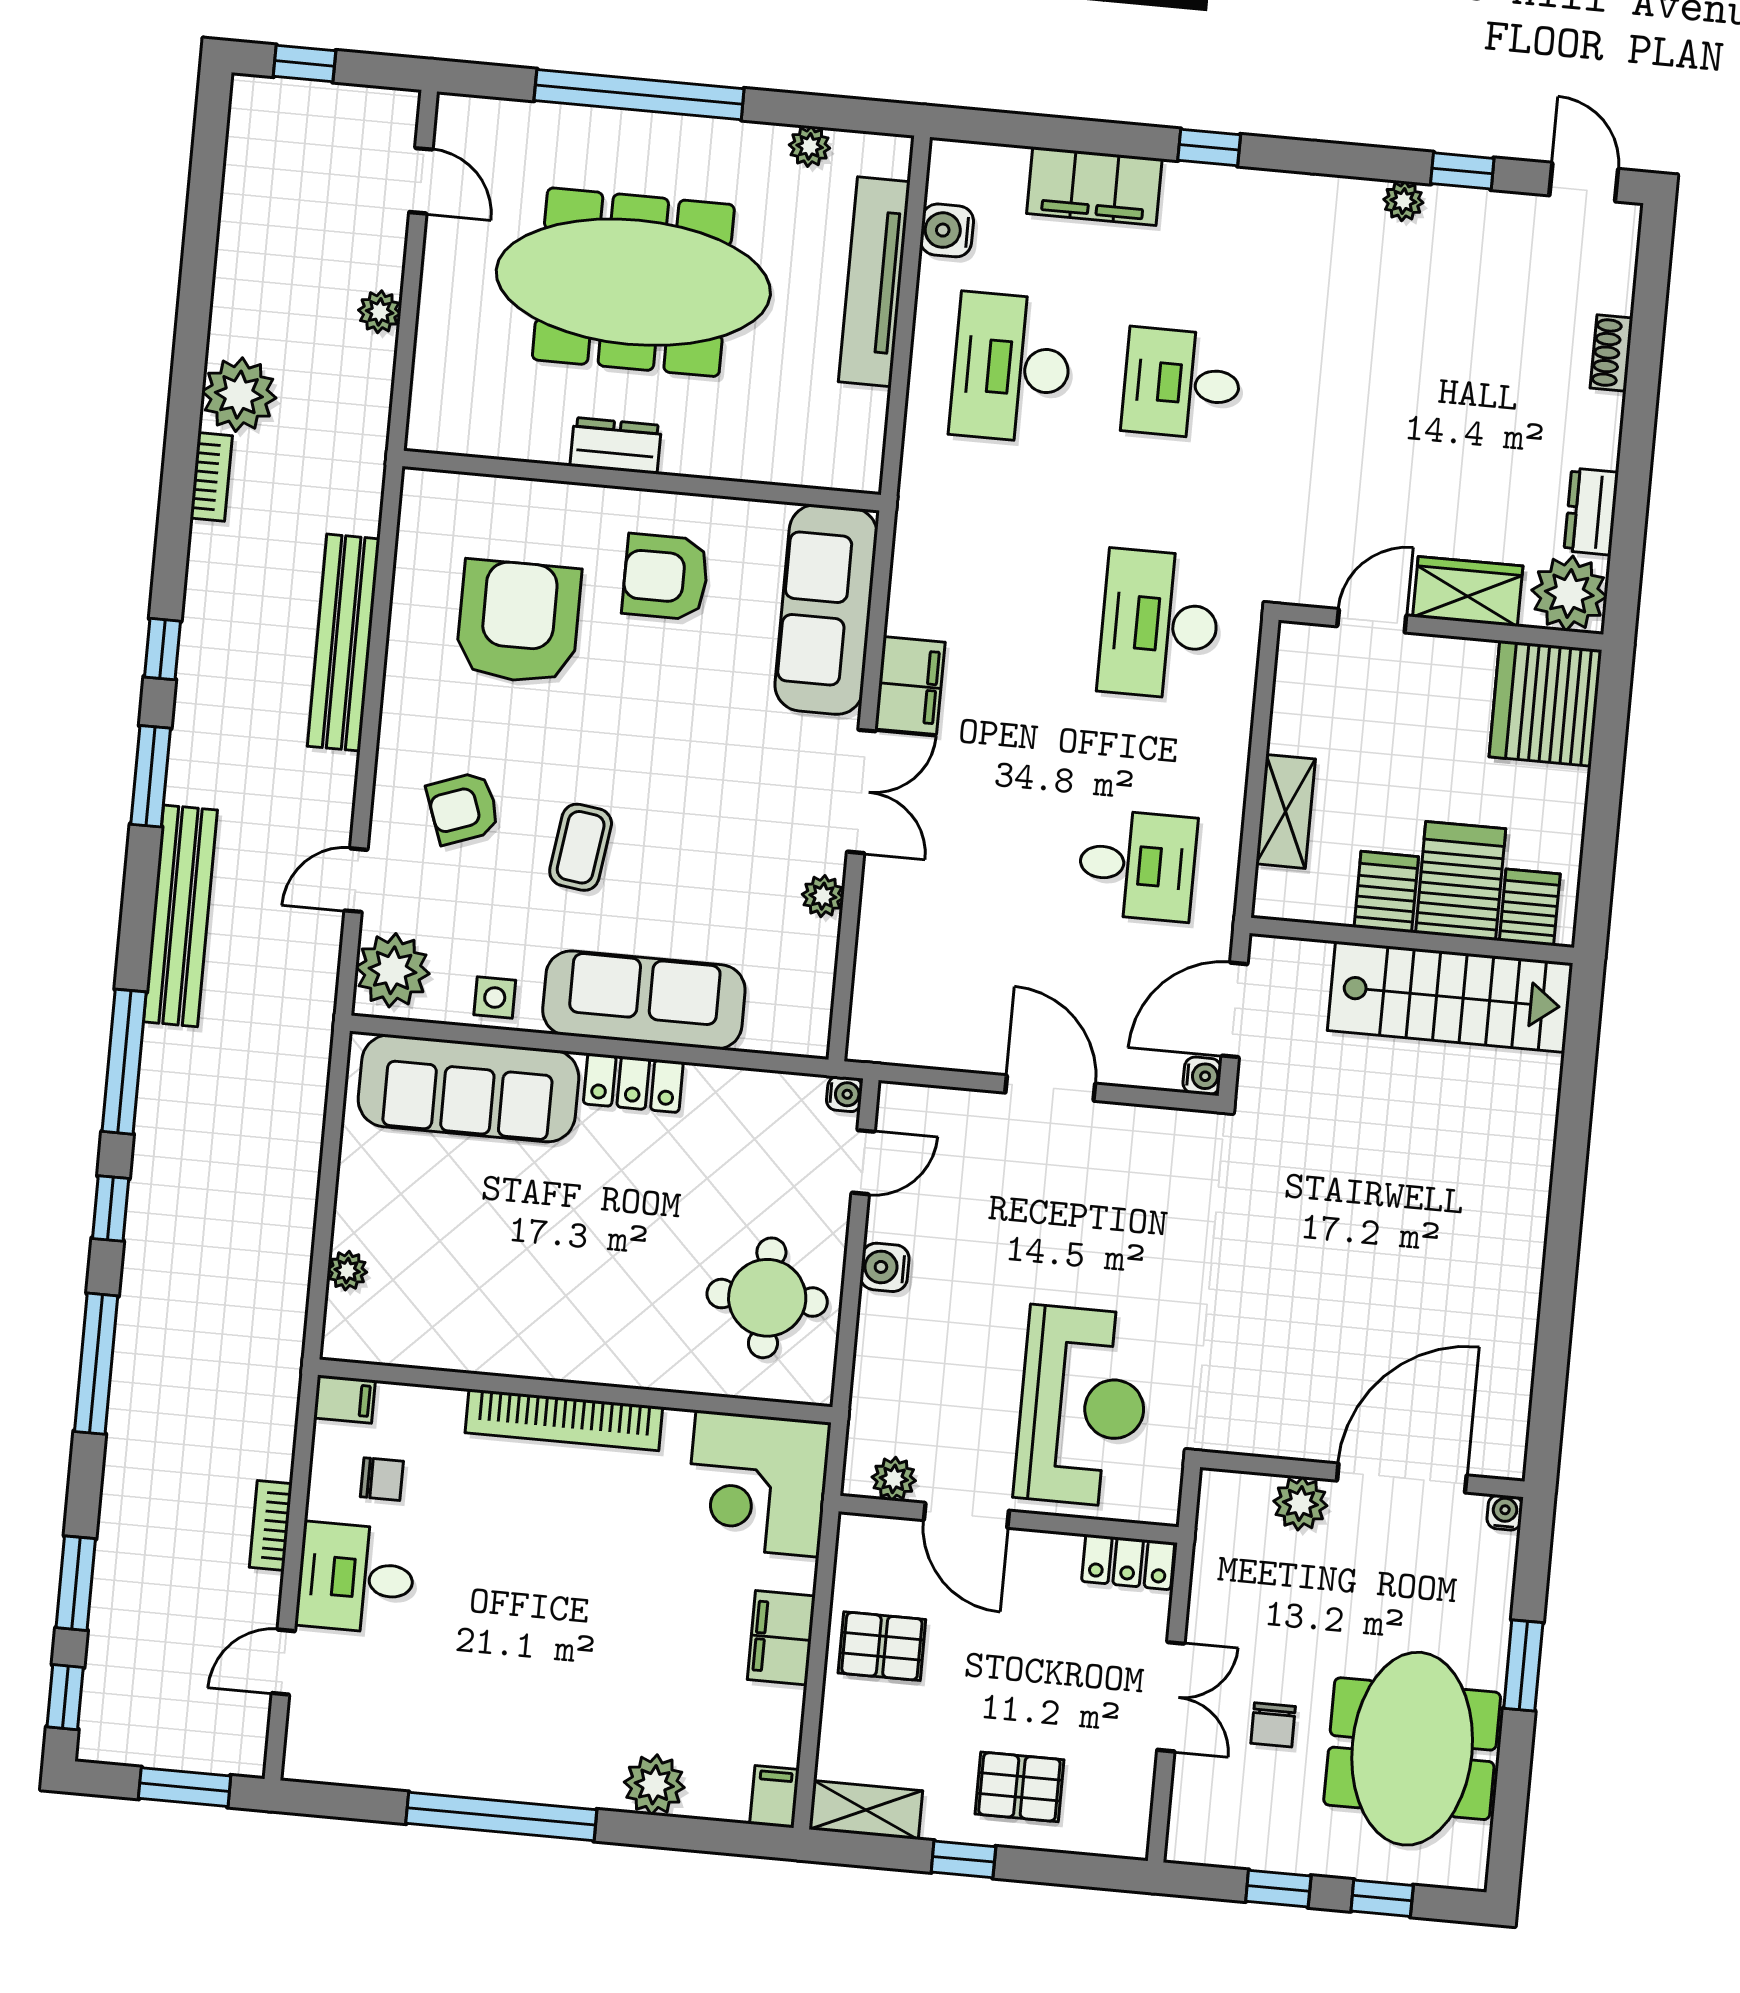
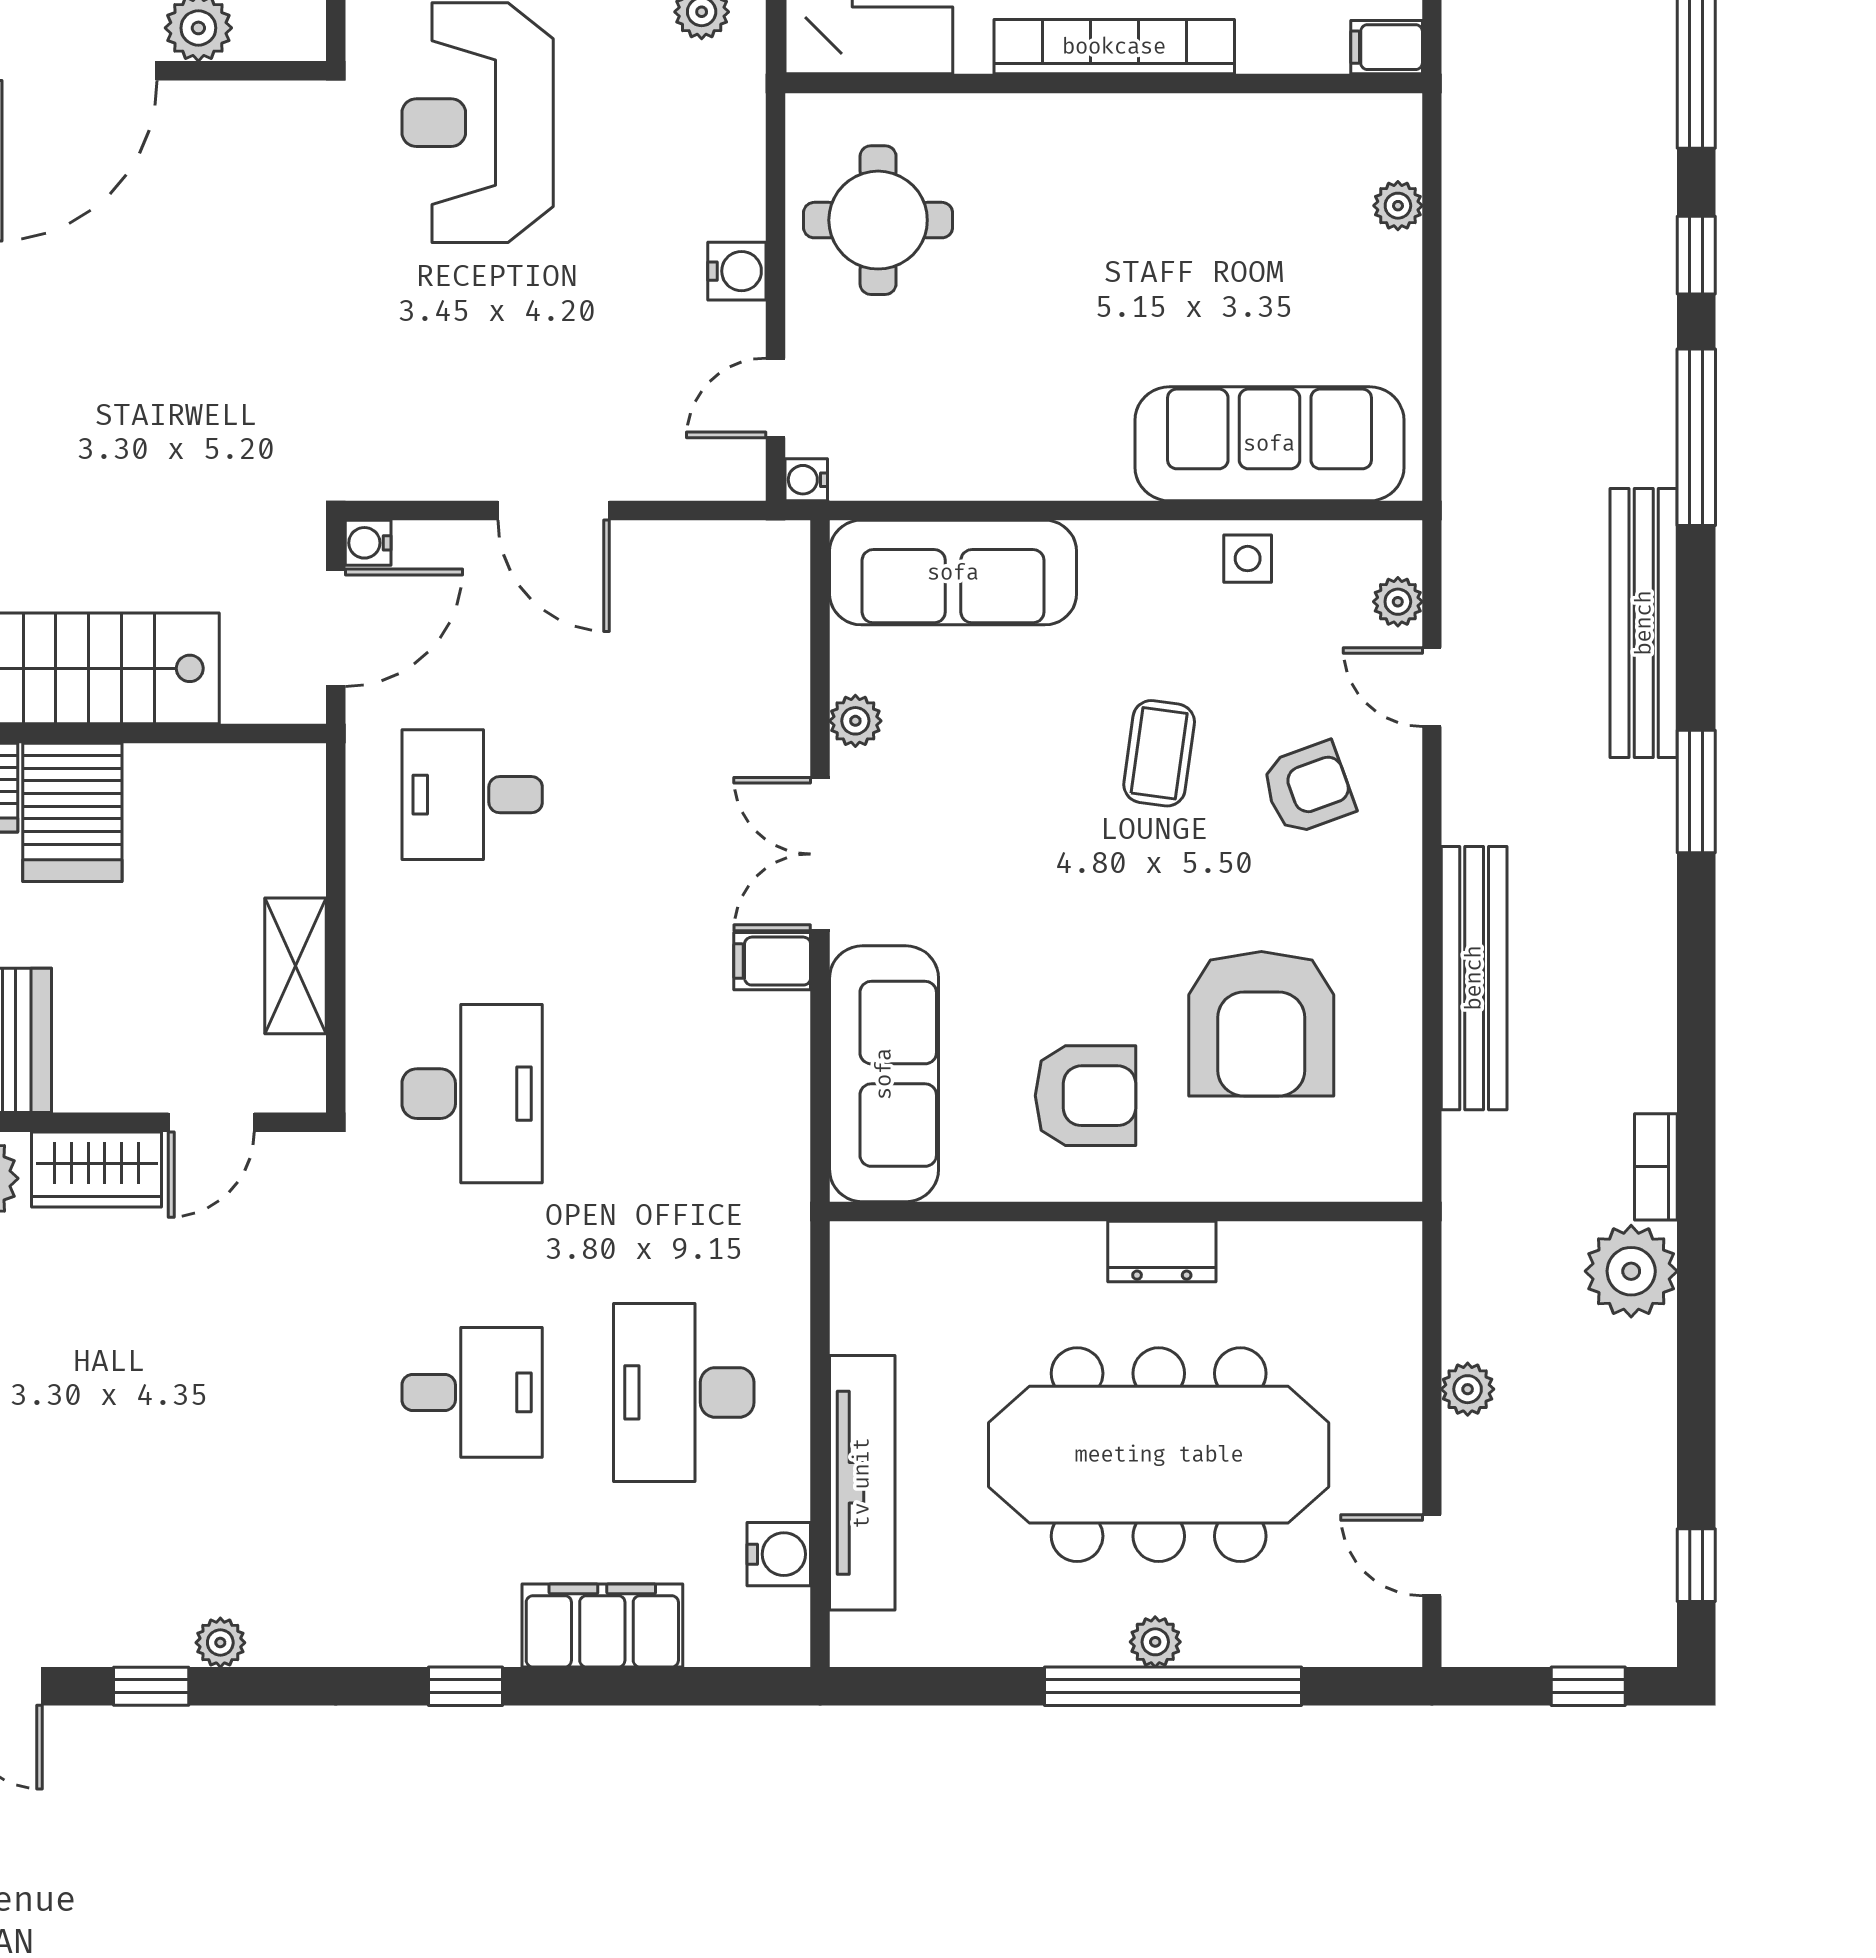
plant: (810, 146) -> (1155, 1642), moved
desk: (1011, 368) -> (684, 1392), turned 180
window: (162, 649) -> (1696, 1565), moved
filing cabinet: (910, 686) -> (772, 961), width x0.50
shelving: (1286, 811) -> (296, 966), moved
door: (356, 880) -> (1432, 687), swing flipped
server rack: (1386, 892) -> (162, 790), removed
plant: (393, 970) -> (1398, 602), width x0.53, depth x0.53
sofa: (644, 1000) -> (953, 573), moved
locker: (633, 1083) -> (1067, 469), removed

